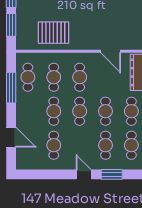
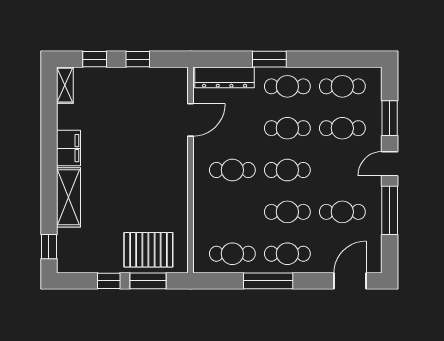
pallet: (53, 33) -> (148, 250), moved, turned 90
cafe table: (54, 77) -> (287, 254), moved
window: (11, 88) -> (268, 281), moved
door: (11, 137) -> (350, 281), moved
window: (55, 174) -> (390, 210), added

